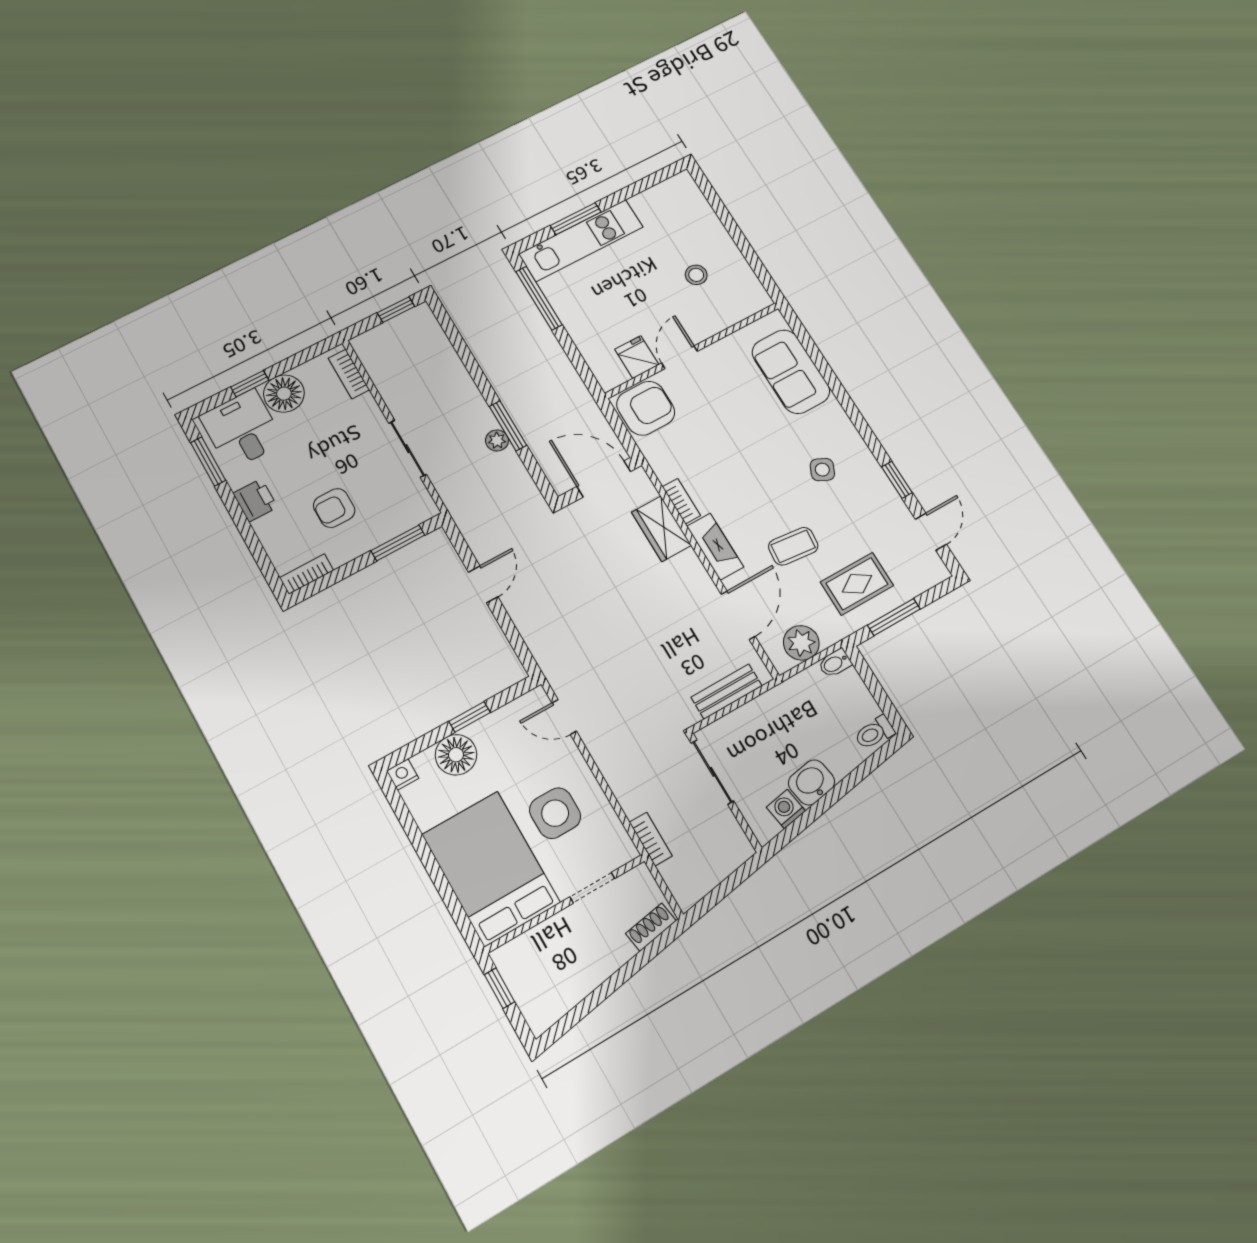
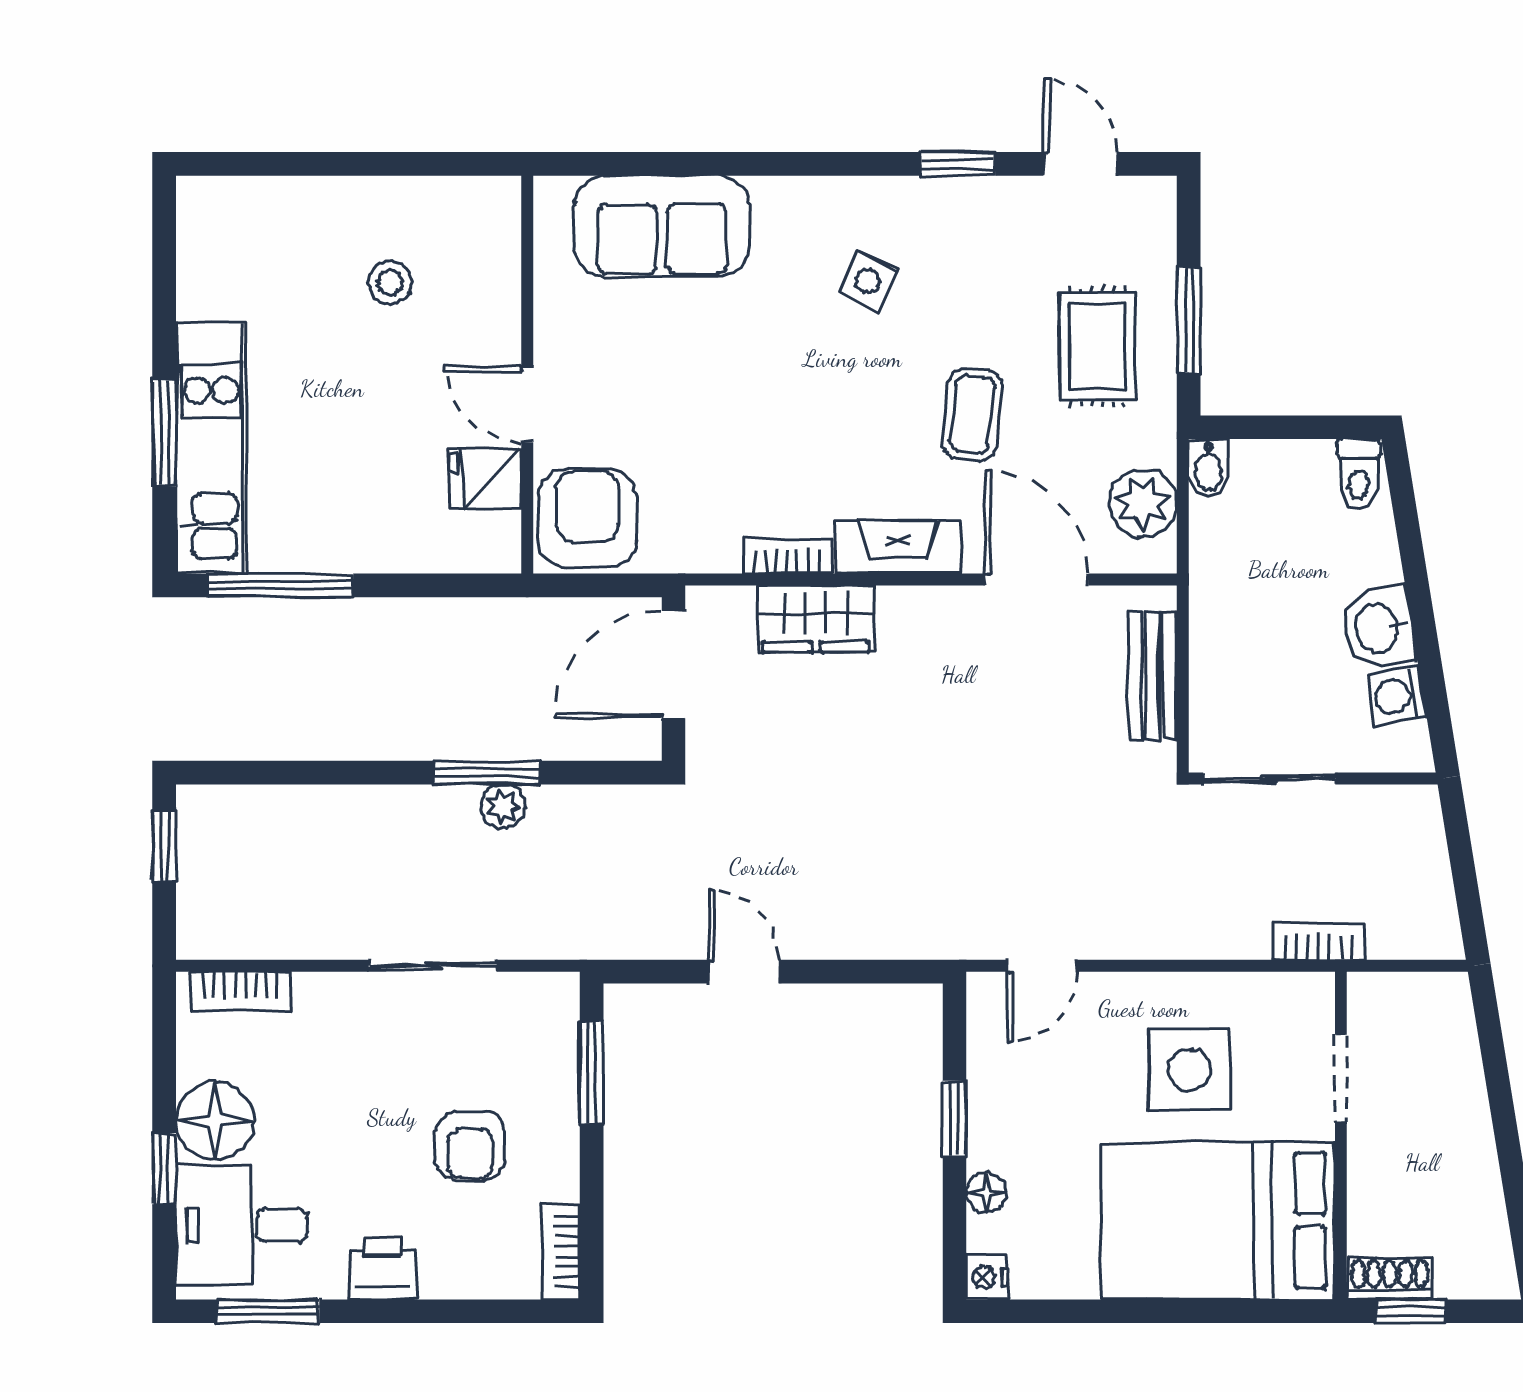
floor lamp: (456, 755) -> (986, 1192), width x0.53, depth x0.53
shoe rack: (651, 927) -> (1390, 1279), moved, turned 99

